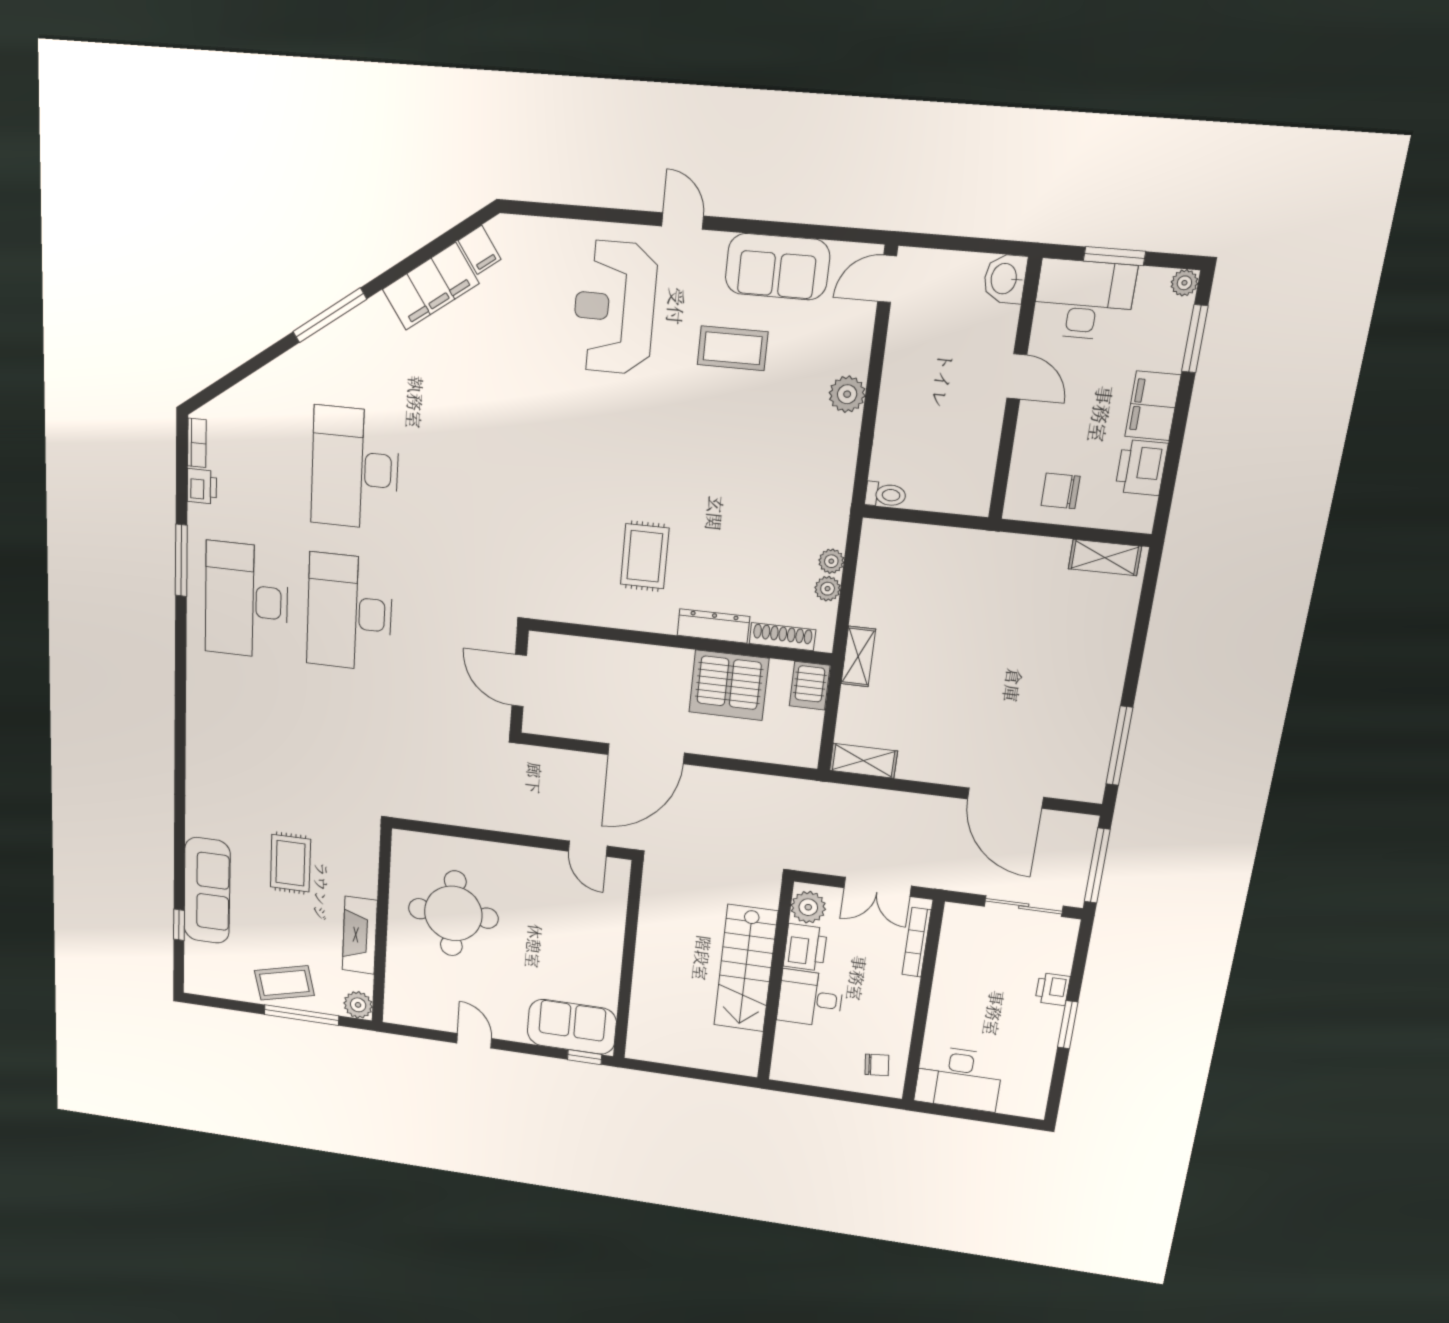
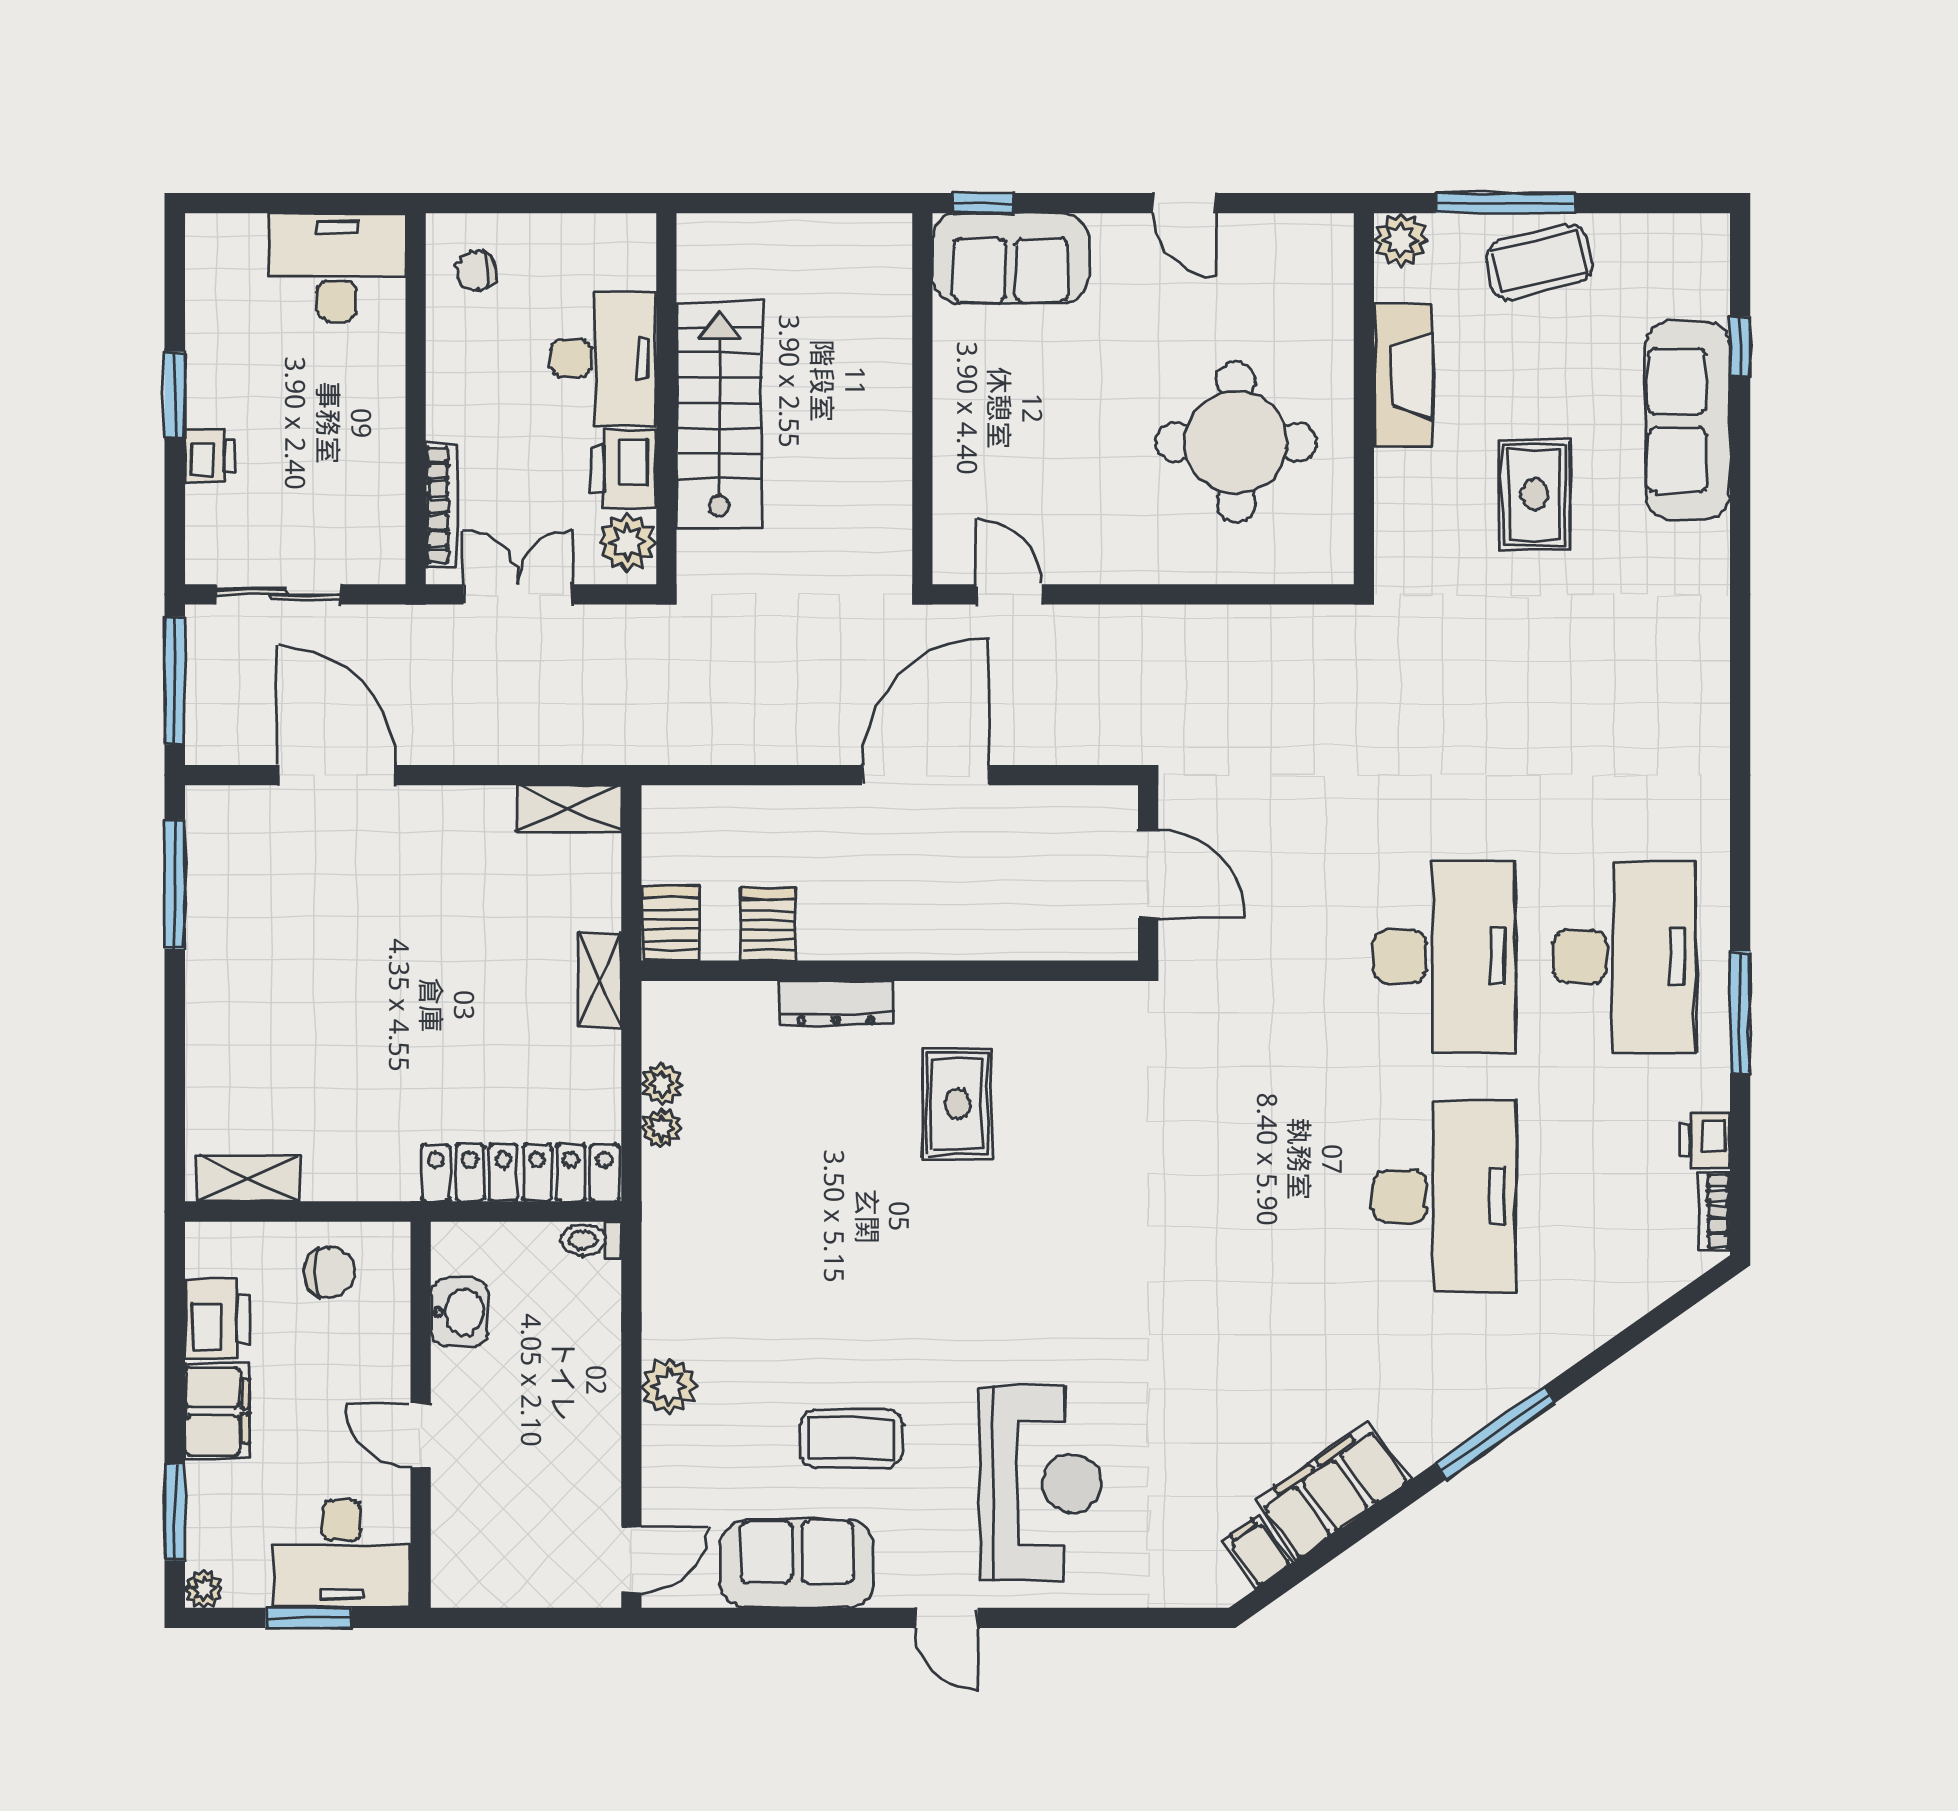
washbasin: (1005, 279) -> (460, 1312), moved
locker: (925, 542) -> (520, 1173), added
shoe rack: (782, 637) -> (724, 998), removed
server rack: (729, 685) -> (768, 924), width x0.46, depth x0.70
desk: (810, 998) -> (604, 358), width x1.37

